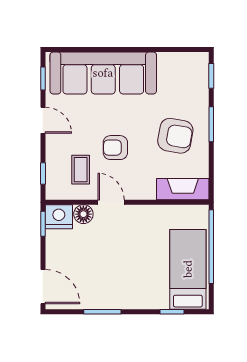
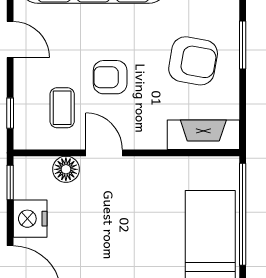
nightstand: (59, 217) -> (30, 219), moved, turned -90

